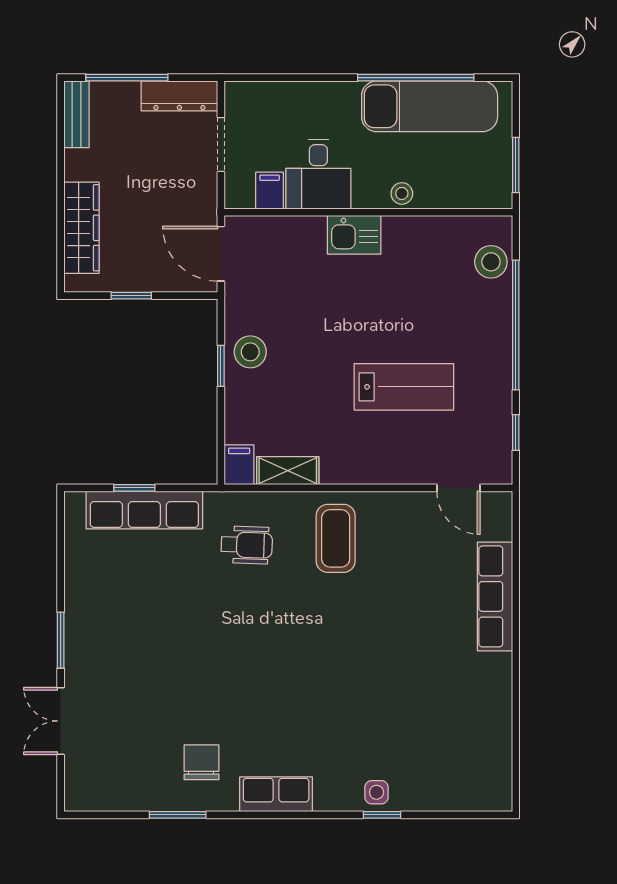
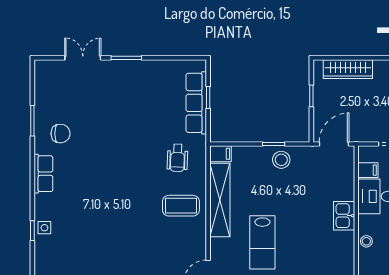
shelving: (288, 471) -> (220, 200), width x2.20, depth x1.33

